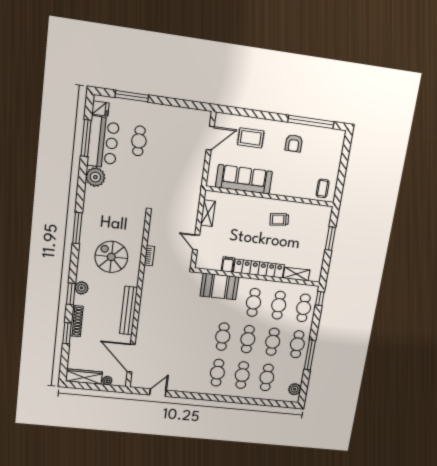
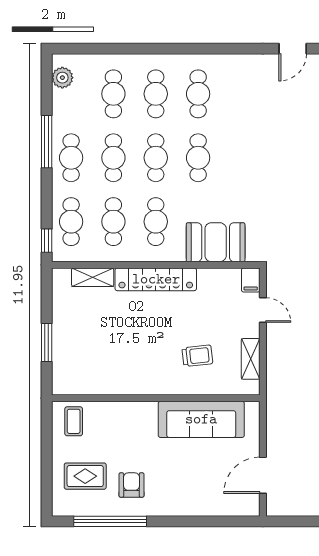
rug: (251, 138) -> (85, 476), moved
trolley: (279, 219) -> (197, 356), moved
filing cabinet: (228, 265) -> (251, 280), moved

